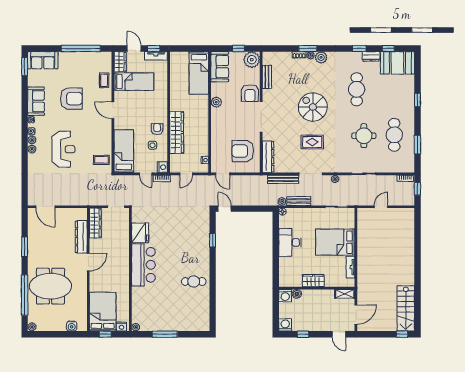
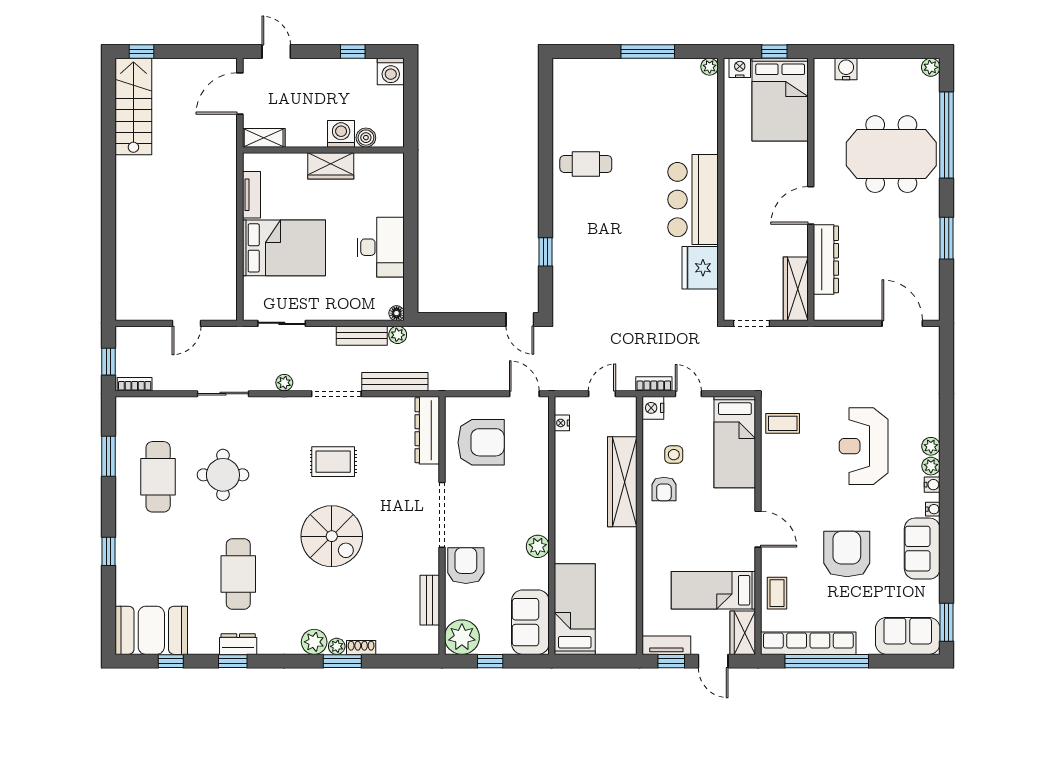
dresser: (371, 56) -> (238, 644), moved
row of seats: (89, 57) -> (808, 643), added
armchair: (71, 99) -> (847, 554), turned 90
washing machine: (285, 296) -> (341, 134), moved

